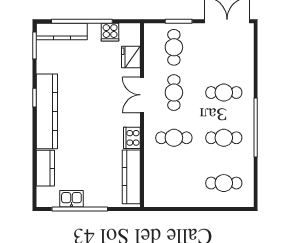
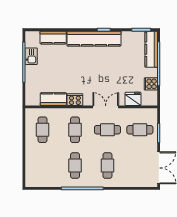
kitchen counter: (131, 177) -> (53, 99), width x0.67
cafe table: (224, 183) -> (43, 130), moved

